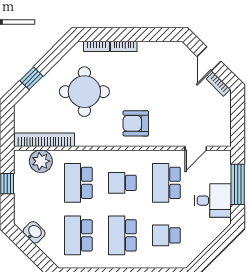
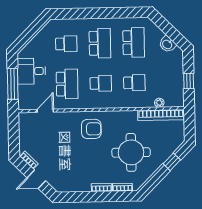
door: (209, 59) -> (36, 179), swing flipped
plant: (41, 161) -> (159, 103), width x0.53, depth x0.53
school desk: (78, 183) -> (134, 83), width x0.54

